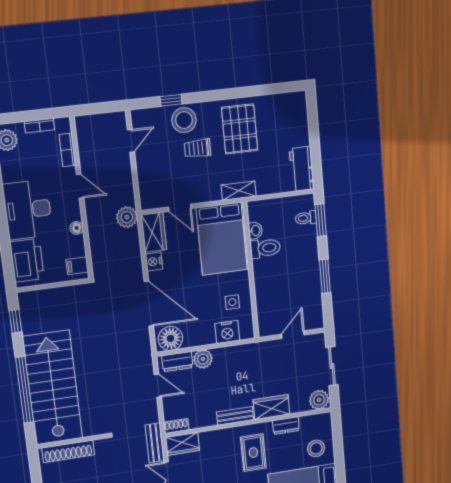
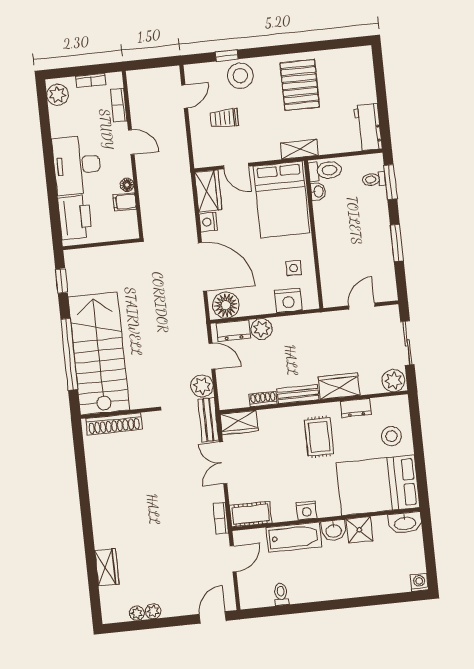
trolley: (198, 148) -> (224, 118), moved
plant: (127, 217) -> (202, 386), moved
toilet: (265, 248) -> (325, 171), moved
filing cabinet: (77, 266) -> (125, 202), moved
shoe rack: (176, 426) -> (263, 399), moved

